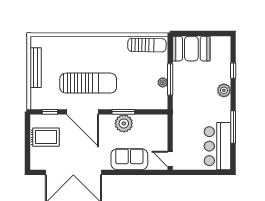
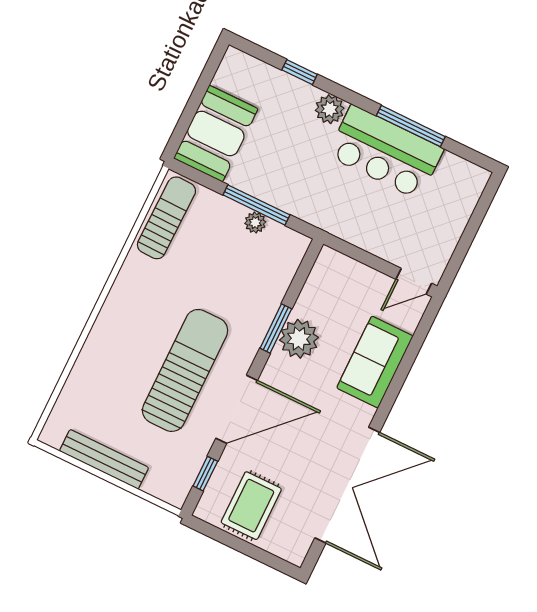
bar counter: (217, 146) -> (385, 152), moved

